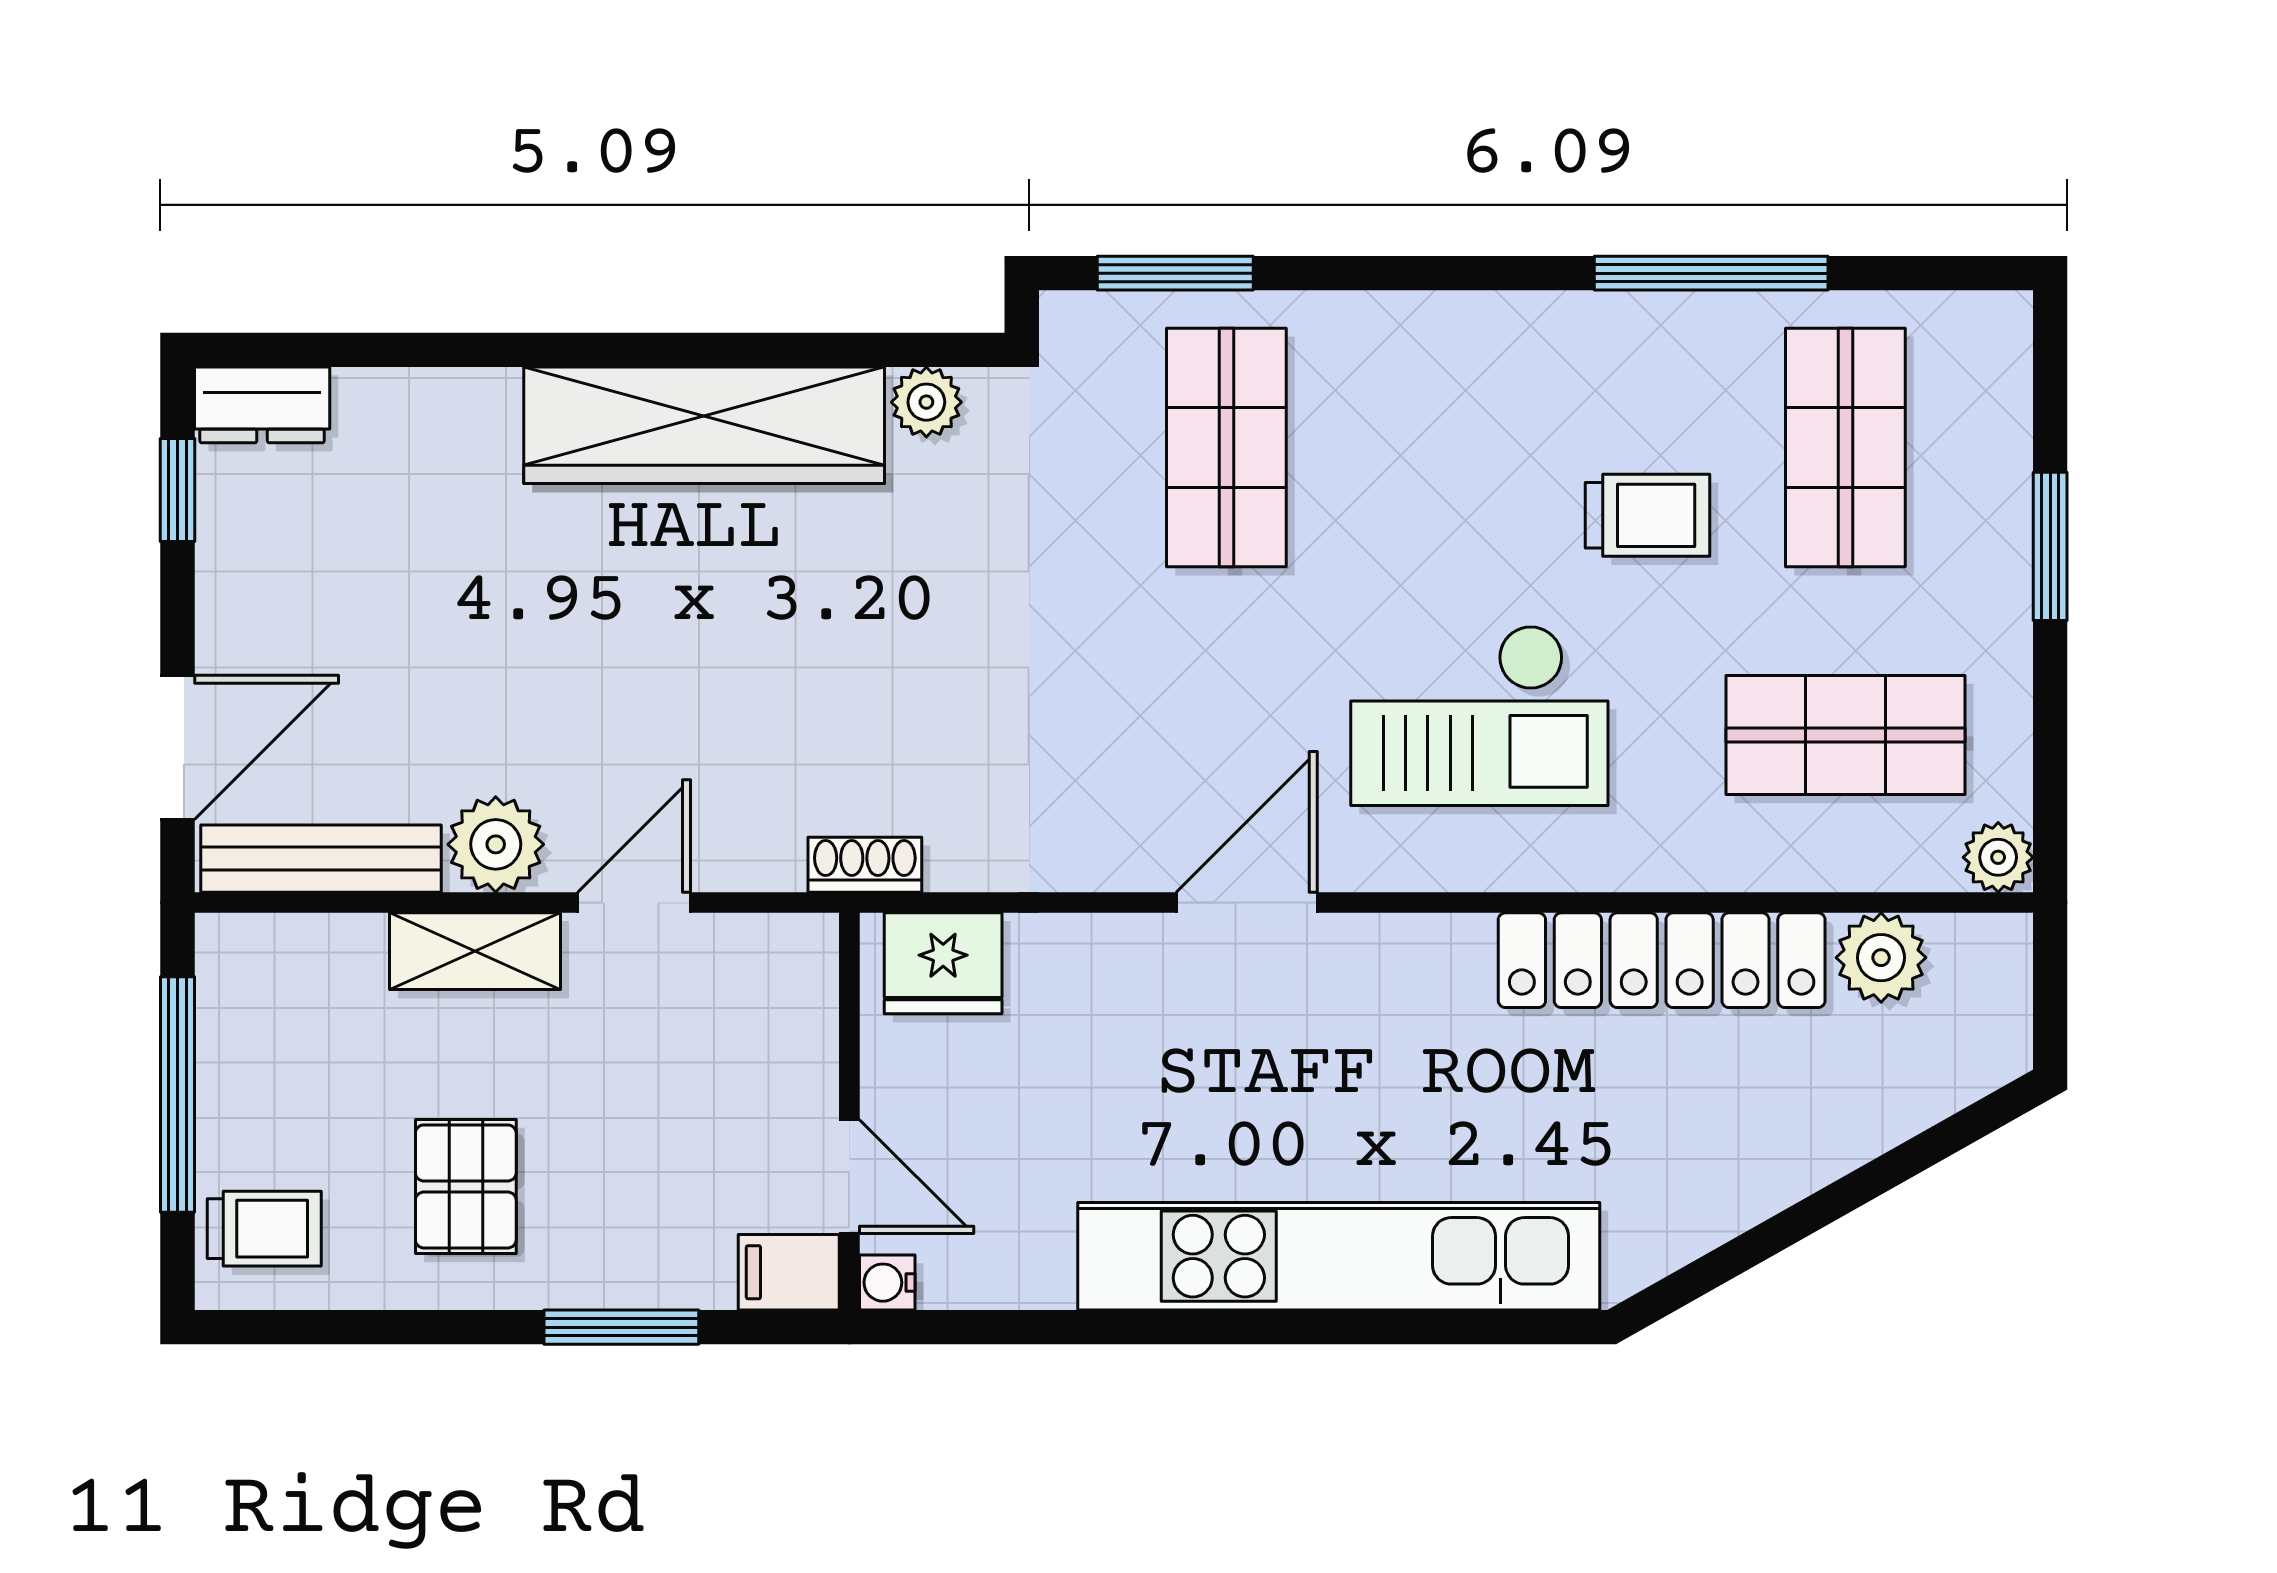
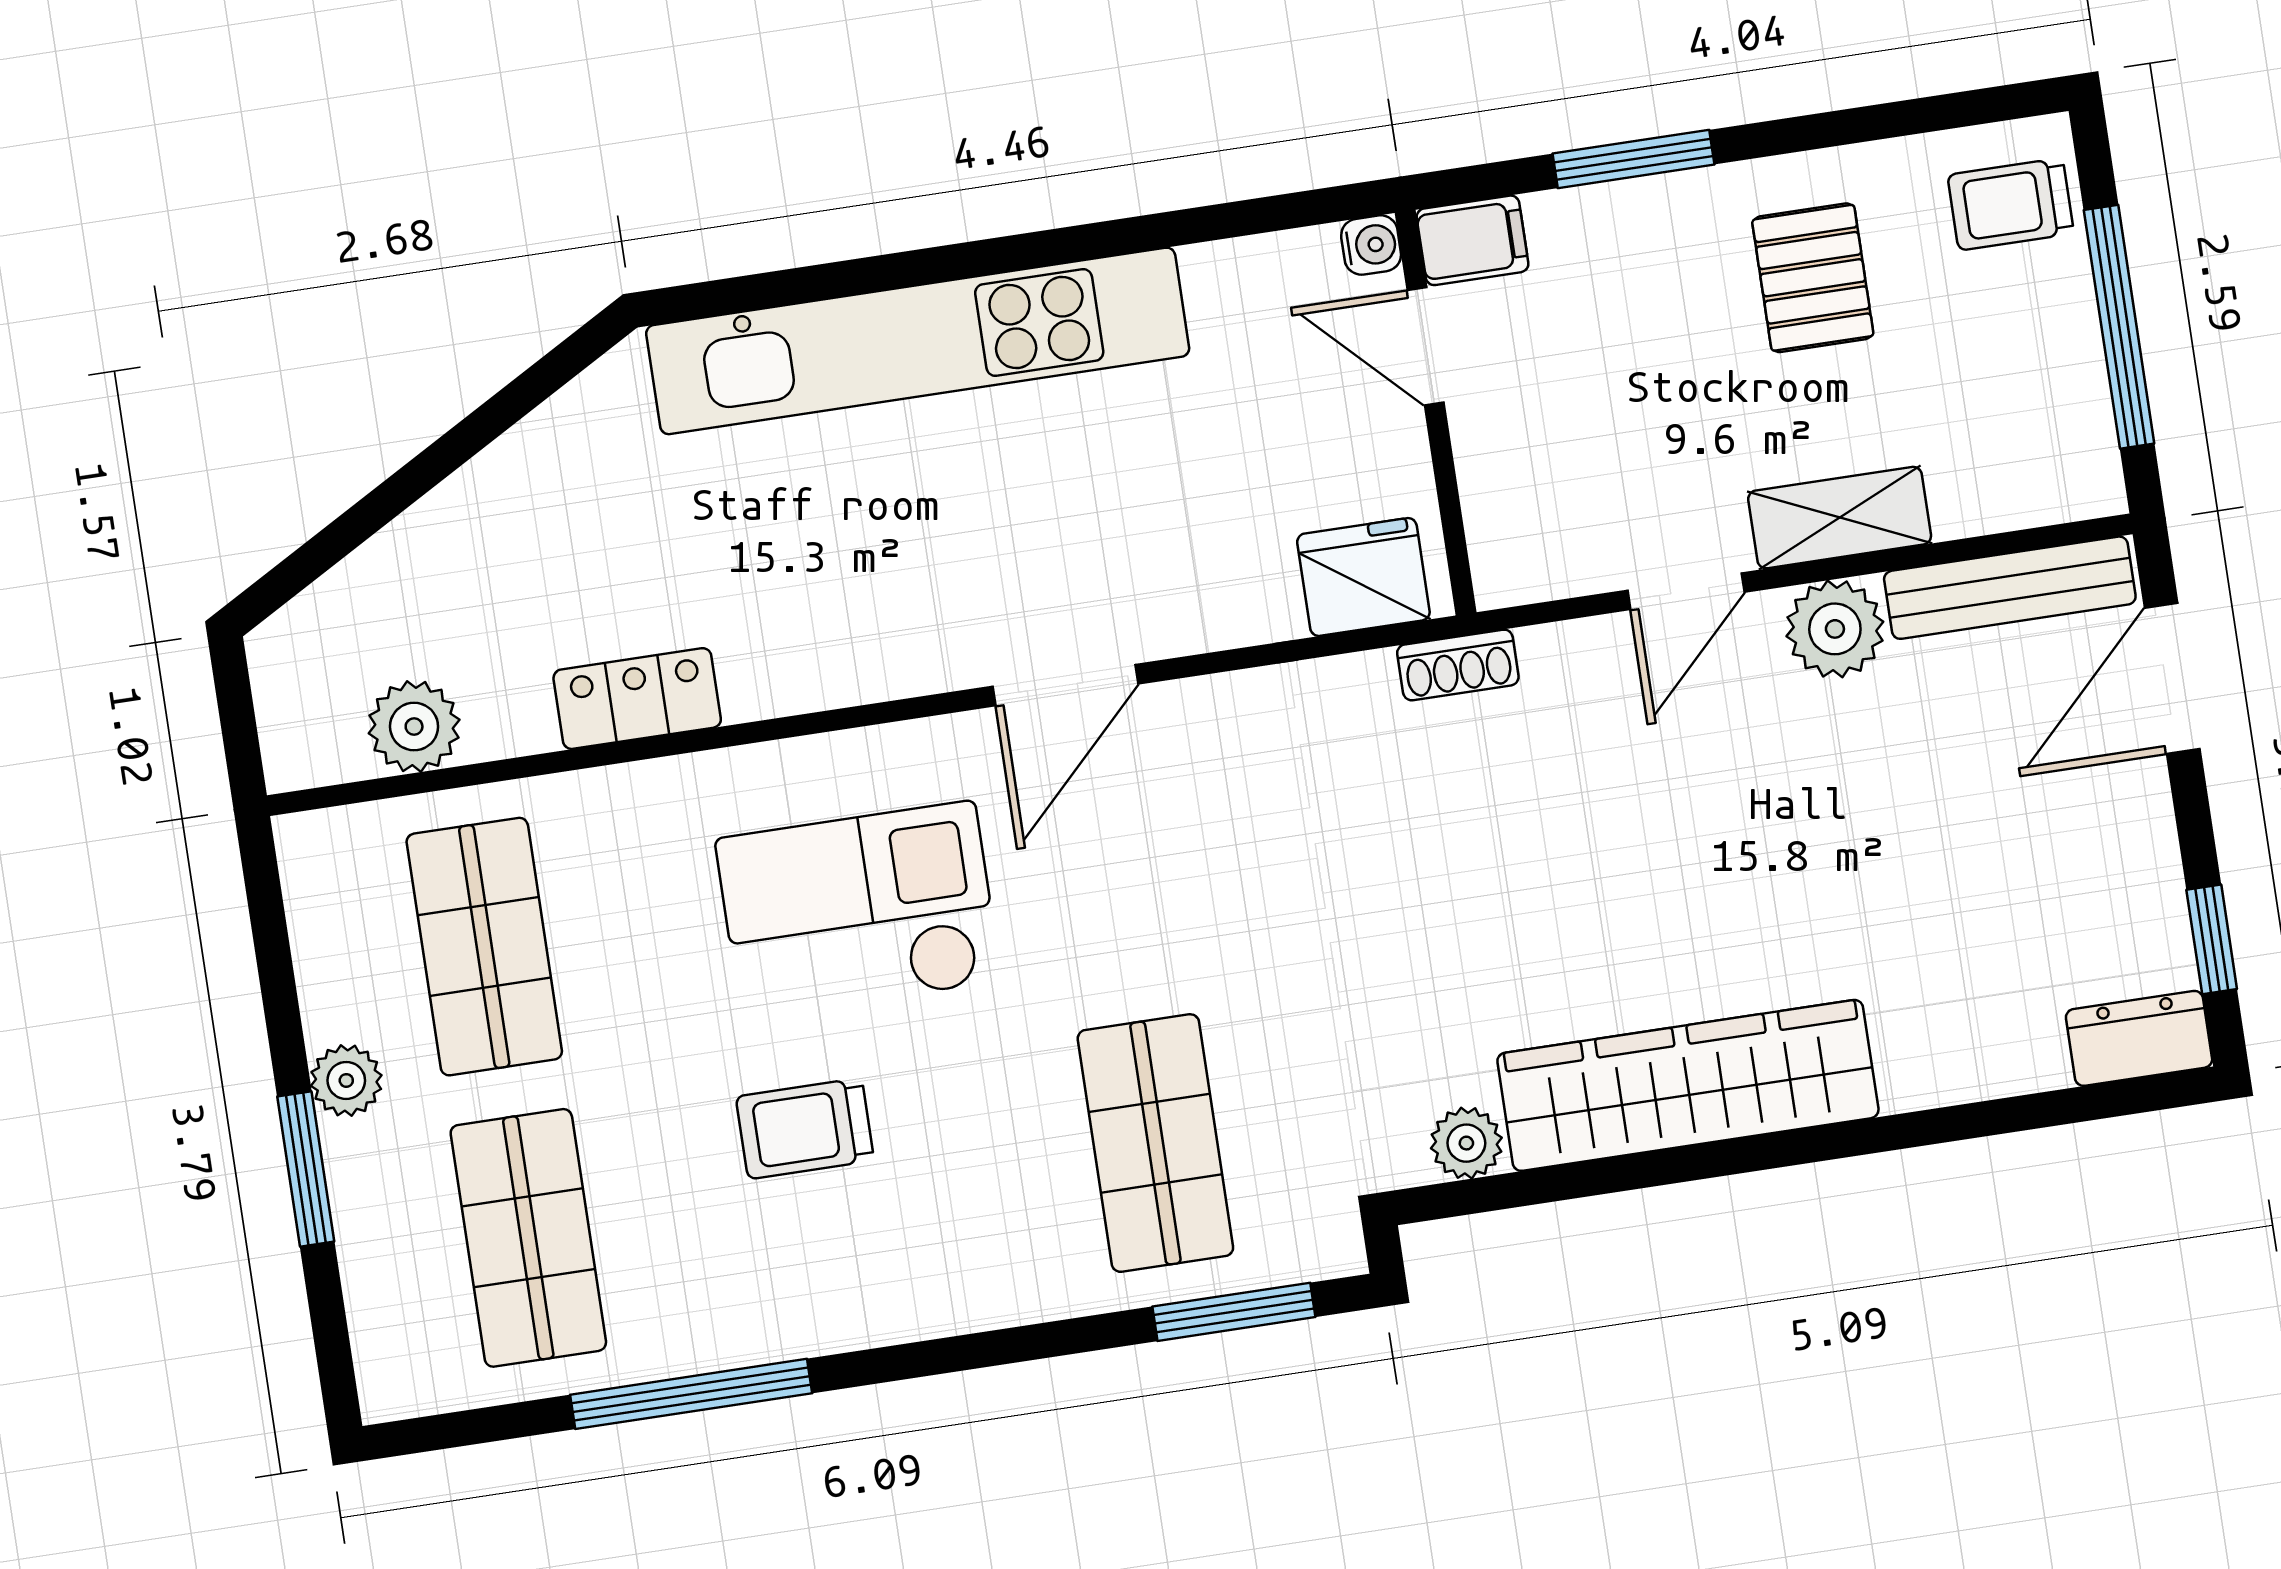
trolley: (1647, 515) -> (805, 1128), moved
shop shelf: (1845, 735) -> (484, 947), turned 90
plant: (1998, 857) -> (346, 1080), moved
locker: (1662, 960) -> (637, 699), width x0.46, depth x0.83

